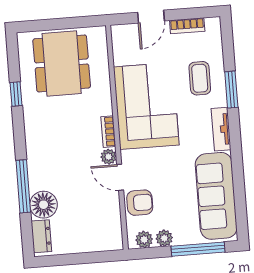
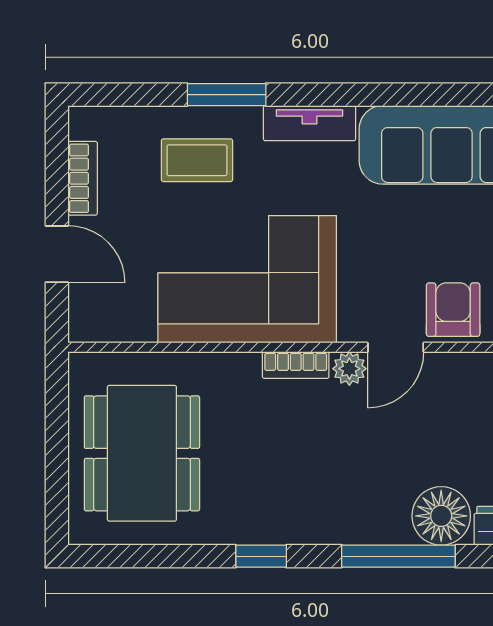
dining table: (62, 63) -> (142, 453), turned 90
window: (16, 94) -> (261, 556), moved

